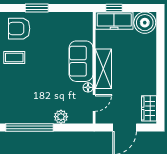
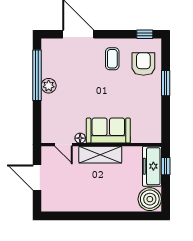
wardrobe: (149, 108) -> (58, 204), removed
plant: (61, 117) -> (49, 86), moved

